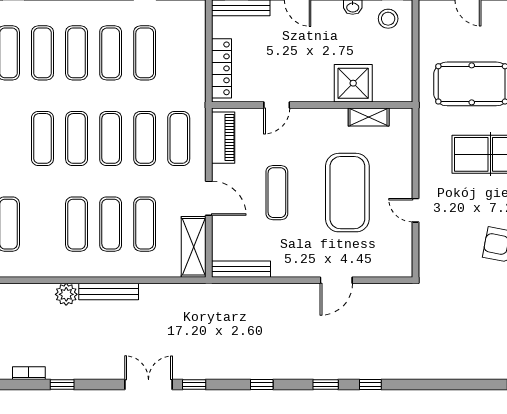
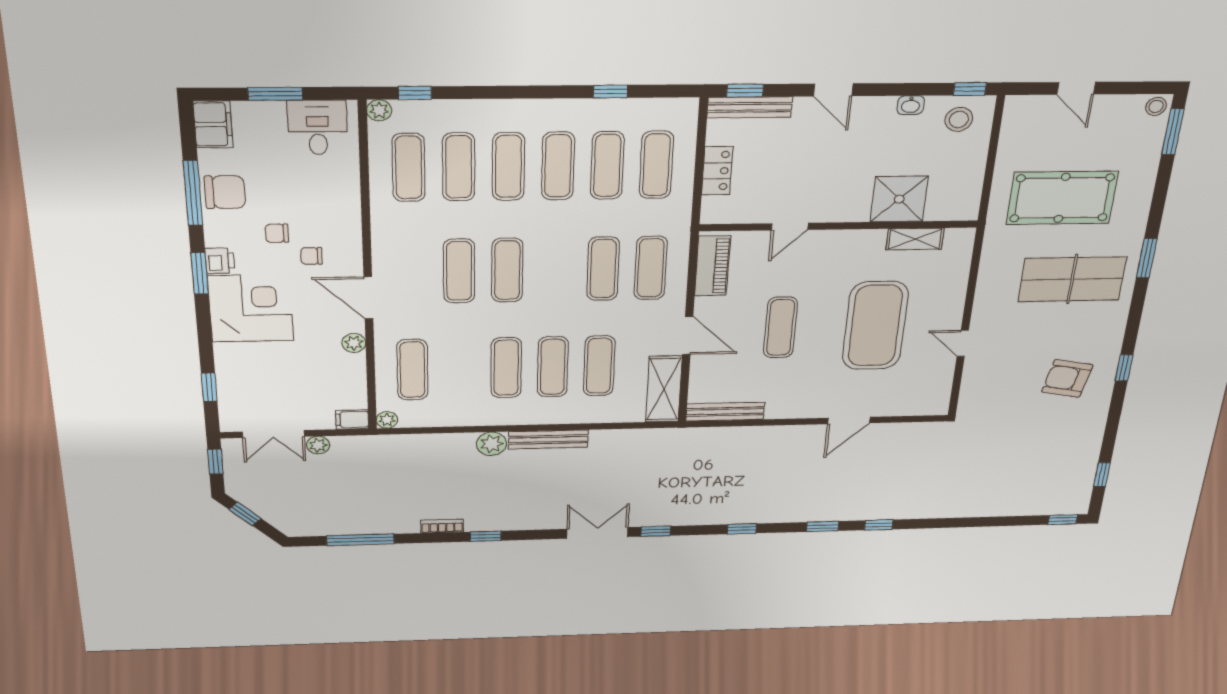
locker: (222, 68) -> (717, 171), width x0.66
exercise mat: (111, 138) -> (656, 165), moved

